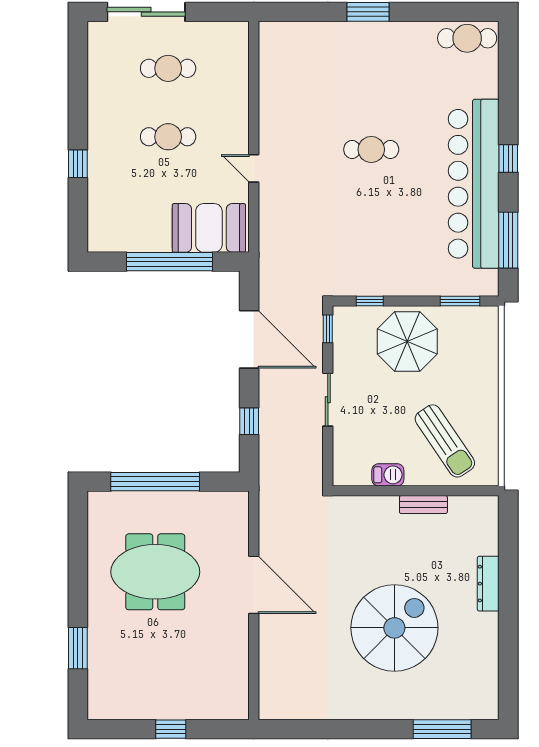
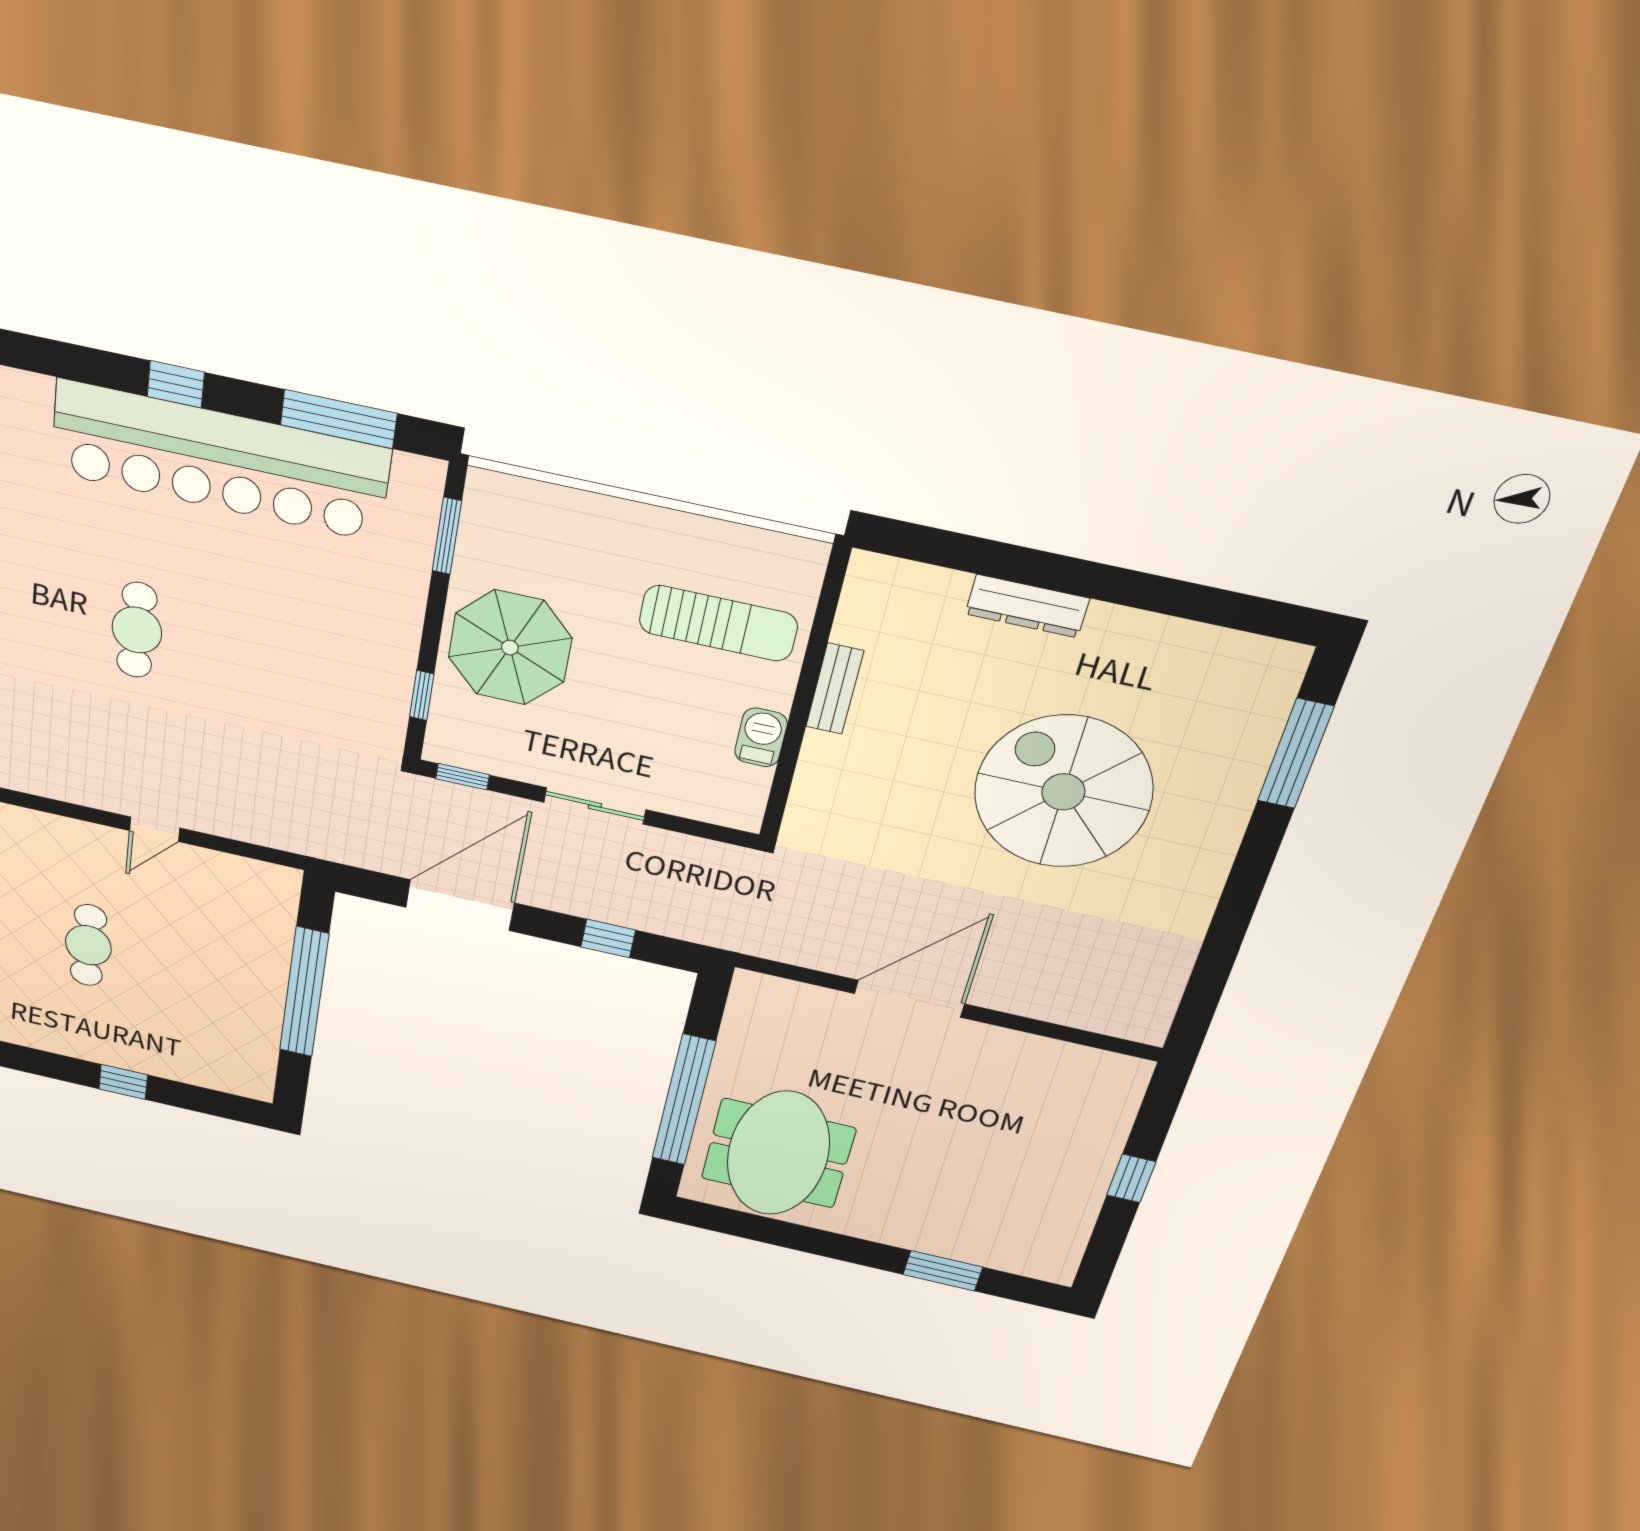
booth: (209, 228) -> (253, 921), removed
sun lounger: (445, 441) -> (718, 623), turned 34
meeting table: (155, 572) -> (778, 1153), moved

